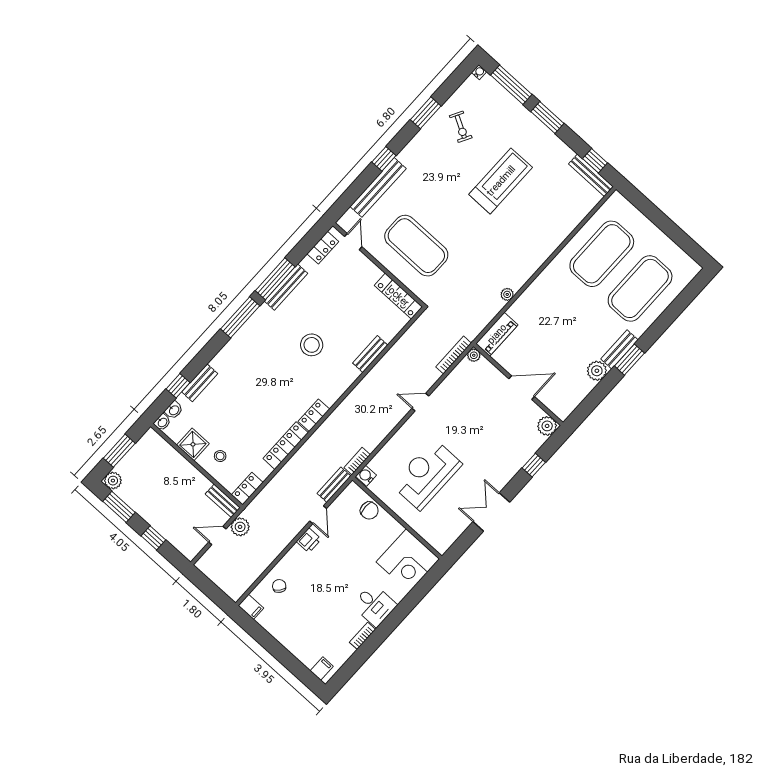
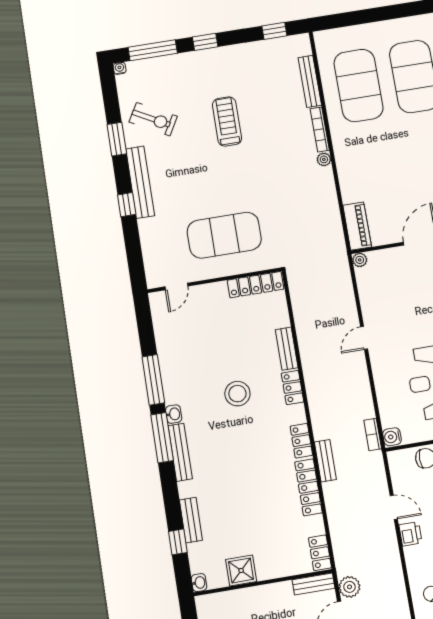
window: (547, 118) -> (205, 42), width x0.67
exercise bike: (461, 127) -> (153, 119), width x1.38, depth x1.39
bench: (591, 175) -> (310, 81), moved, turned 90
treadmill: (501, 181) -> (227, 122), width x0.73, depth x0.73
bench: (378, 187) -> (140, 182), moved
door: (353, 242) -> (176, 286), swing flipped
locker: (323, 248) -> (292, 388), moved, turned 180
bench: (286, 287) -> (180, 452), moved
plant: (507, 294) -> (324, 159), moved
bookcase: (454, 355) -> (320, 129), moved
washbasin: (174, 410) -> (174, 414), moved
stool: (220, 456) -> (271, 554), removed
bench: (334, 485) -> (325, 461), moved

